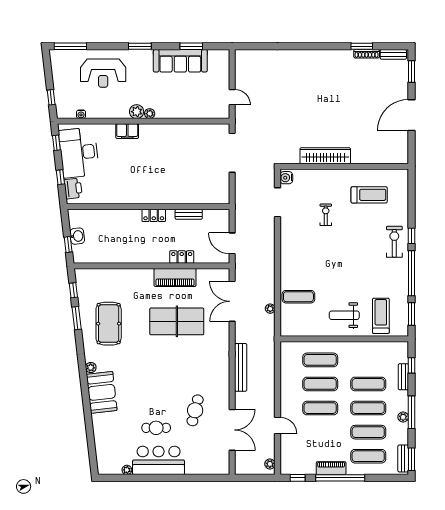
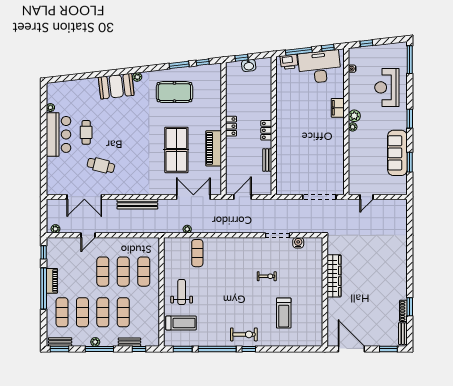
wardrobe: (325, 156) -> (334, 276), moved
wall: (344, 166) -> (325, 292), moved
window: (60, 177) -> (299, 51), width x2.17
locker: (182, 257) -> (231, 126), moved

